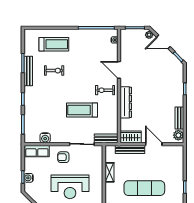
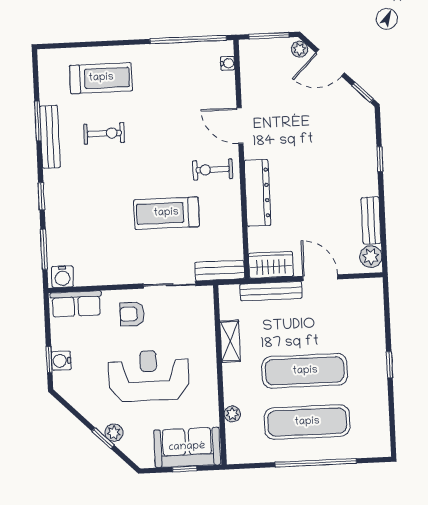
water cooler: (45, 138) -> (62, 277), moved
reception desk: (70, 187) -> (149, 376), turned 180

